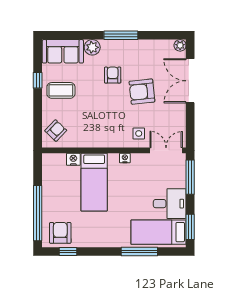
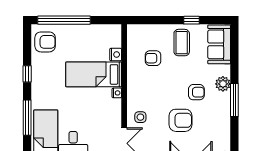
plant: (92, 47) -> (223, 84), moved
armchair: (142, 92) -> (181, 120), turned 96
armchair: (56, 131) -> (153, 58), moved, turned 136
nightstand: (125, 158) -> (117, 93), moved
window: (68, 252) -> (27, 74), moved

